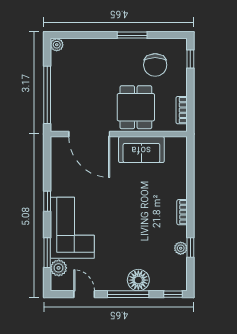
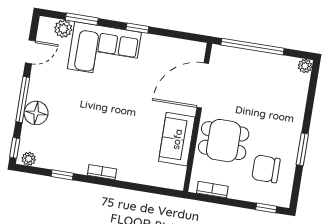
plant: (181, 248) -> (29, 159), moved

